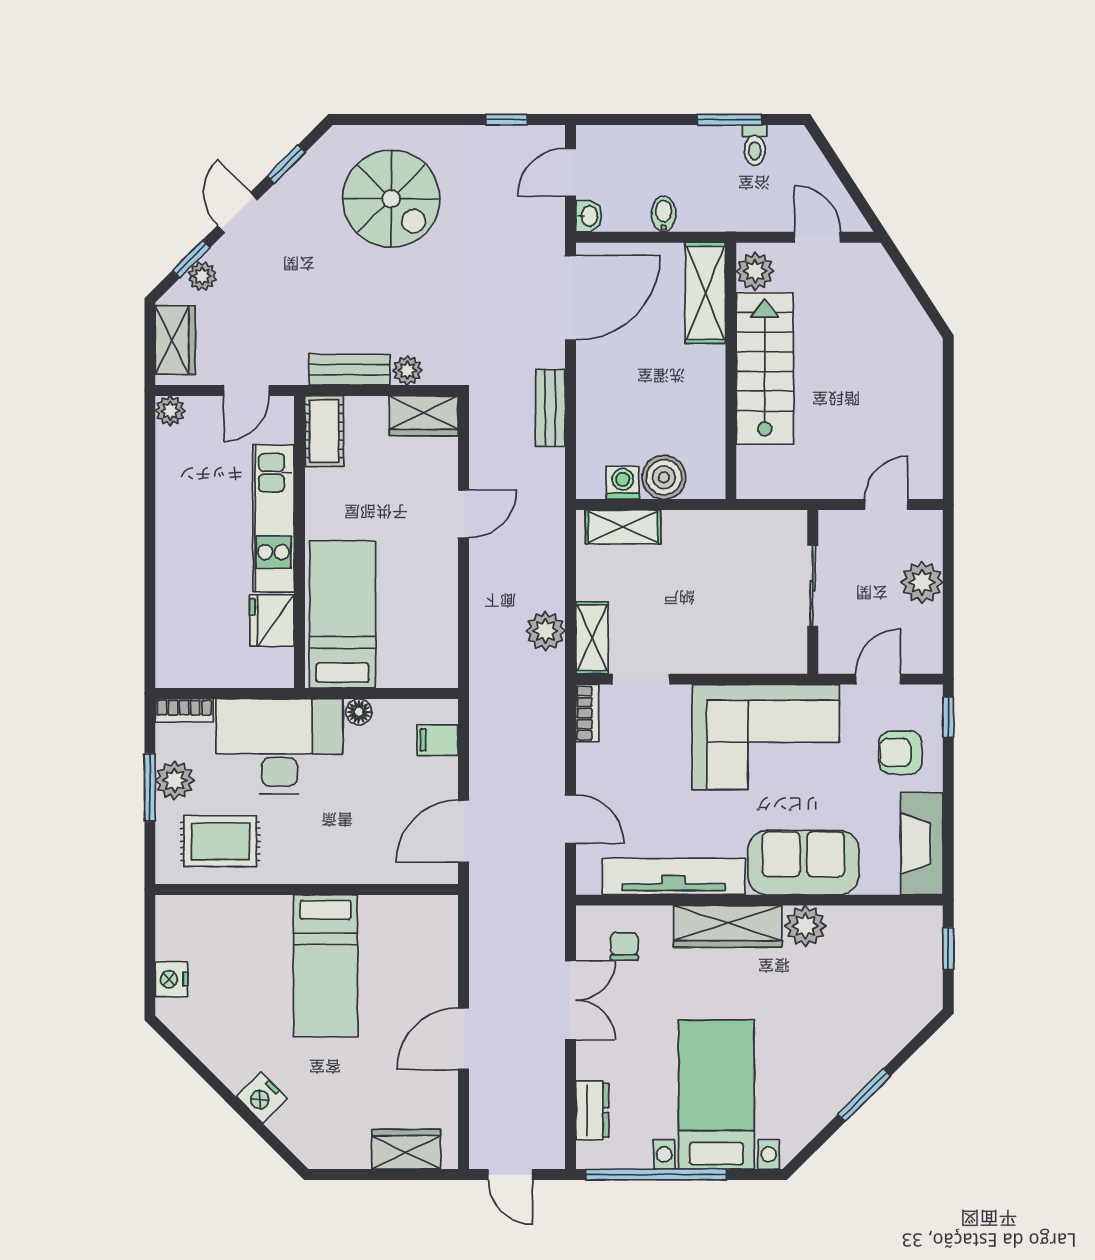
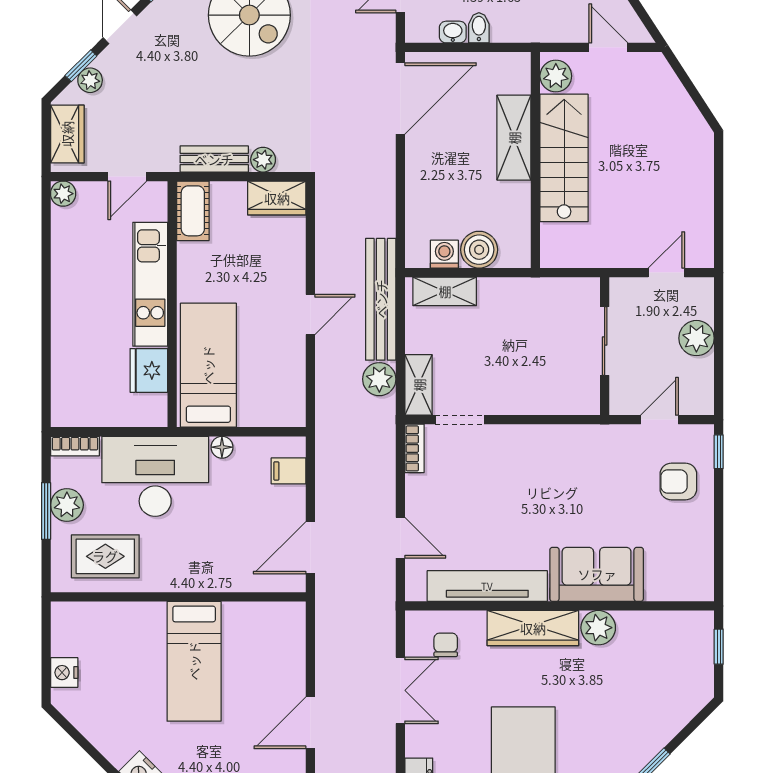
washbasin: (589, 216) -> (453, 32), moved, turned -90
shelving: (705, 293) -> (514, 138), moved
bench: (550, 408) -> (381, 299), moved, width x1.86, depth x1.21
door: (464, 514) -> (310, 314), moved
corner sofa: (766, 737) -> (565, 468), removed
fireplace: (922, 844) -> (696, 558), removed

